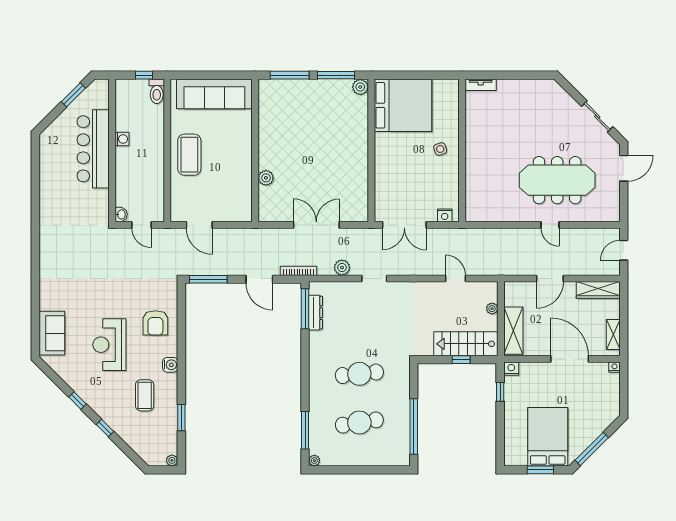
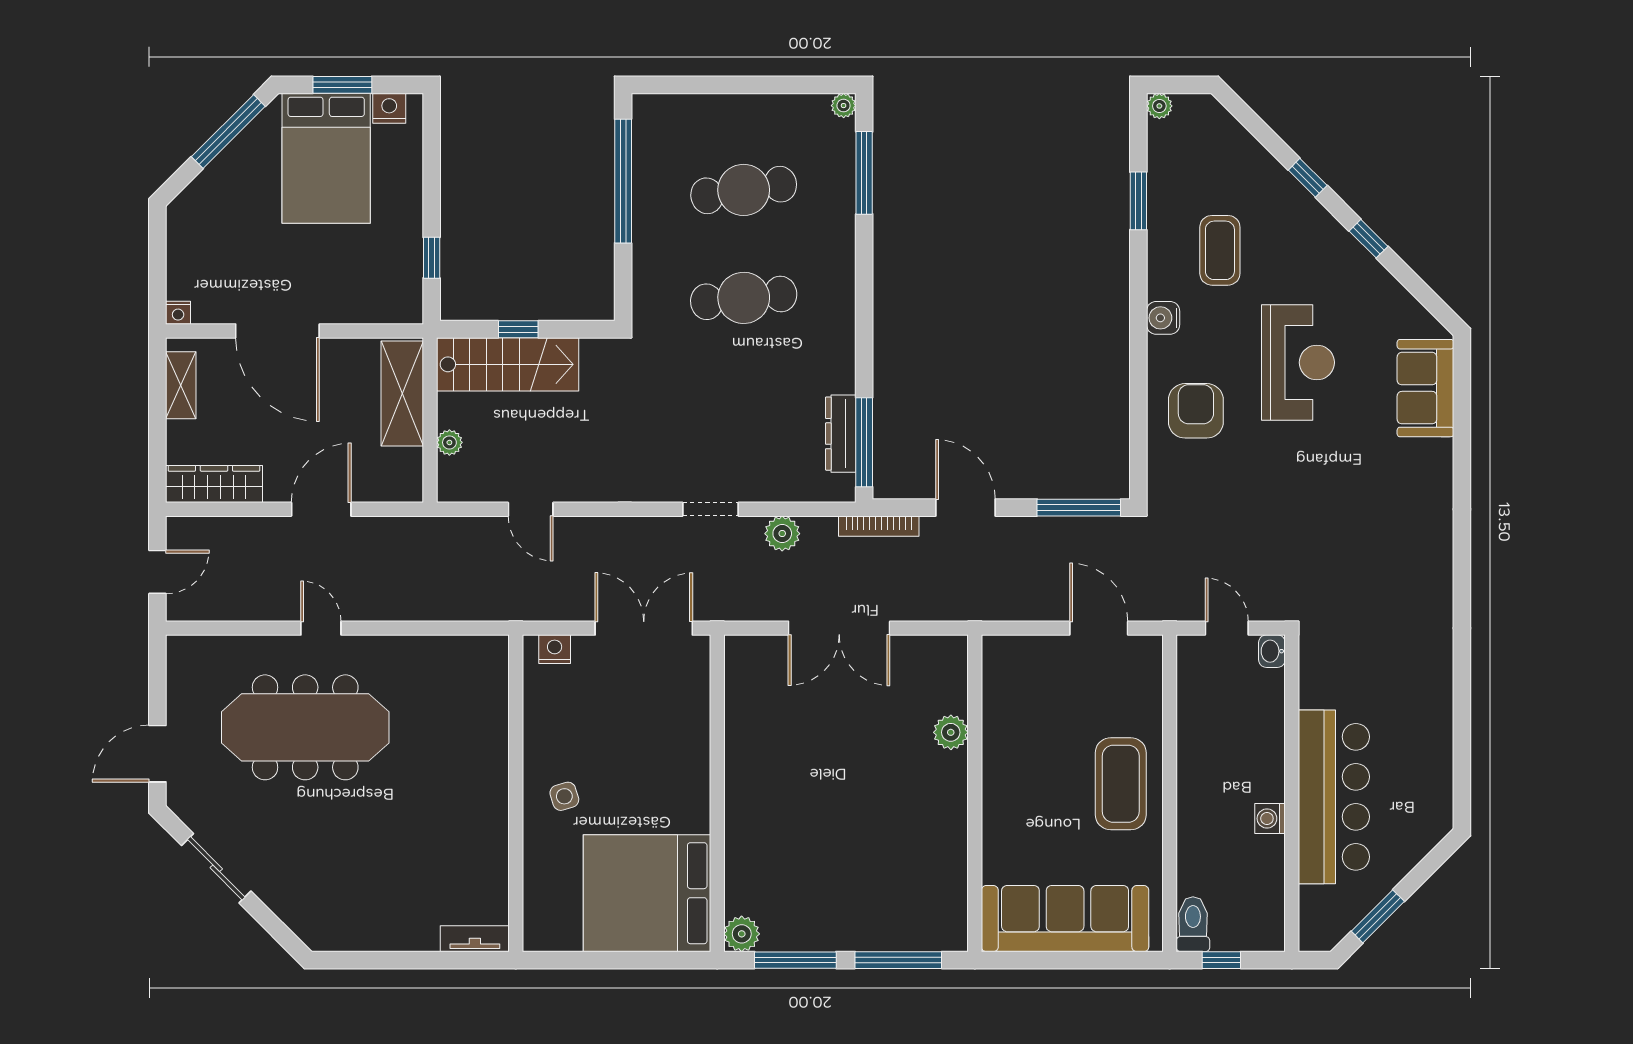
nightstand: (511, 369) -> (389, 108), moved, turned 180

